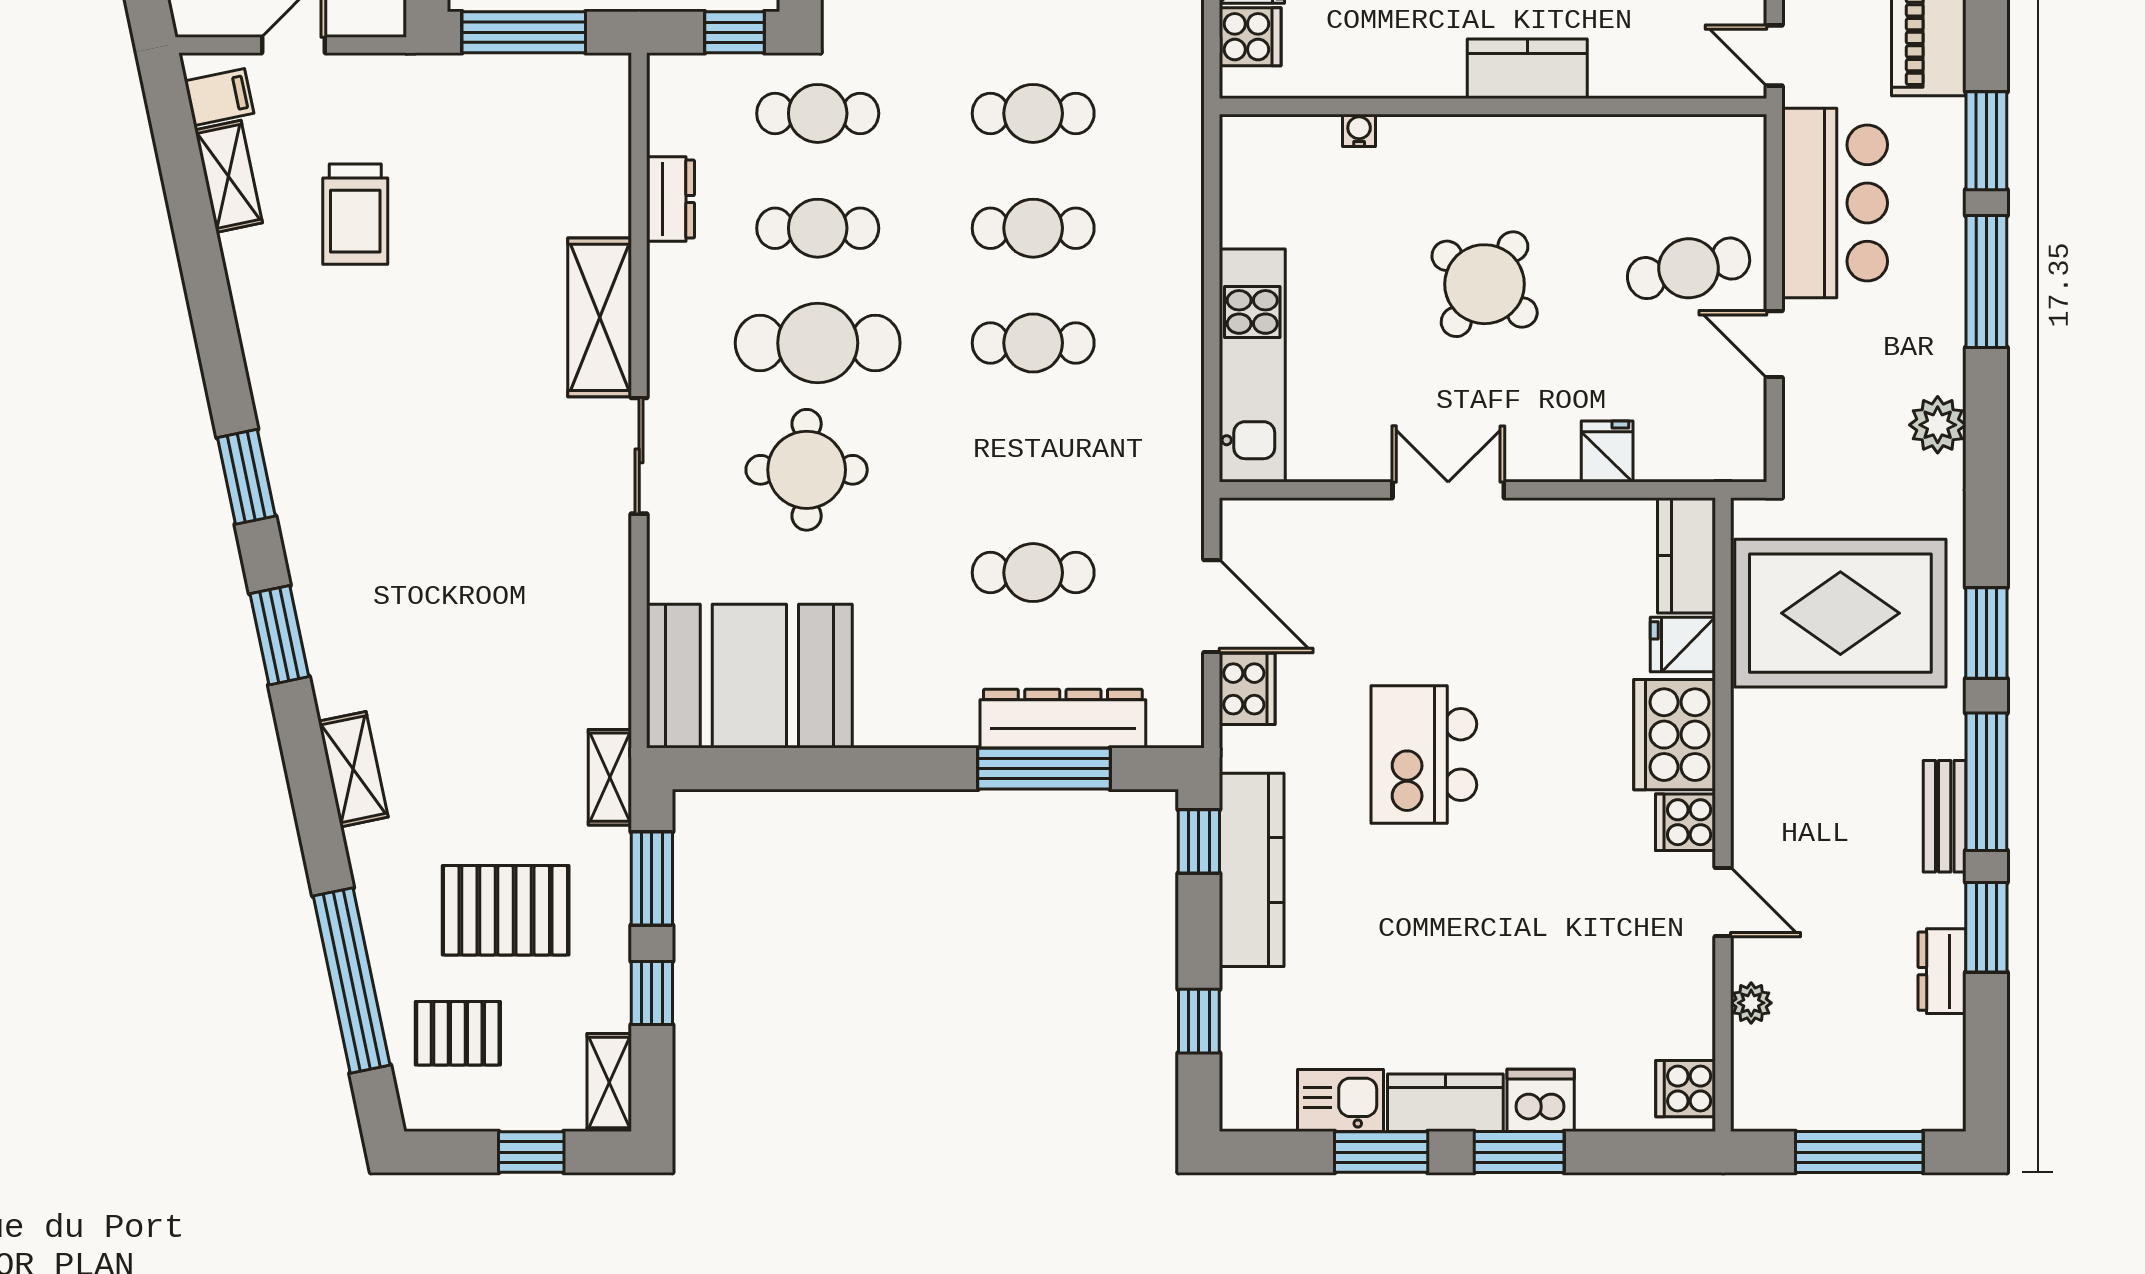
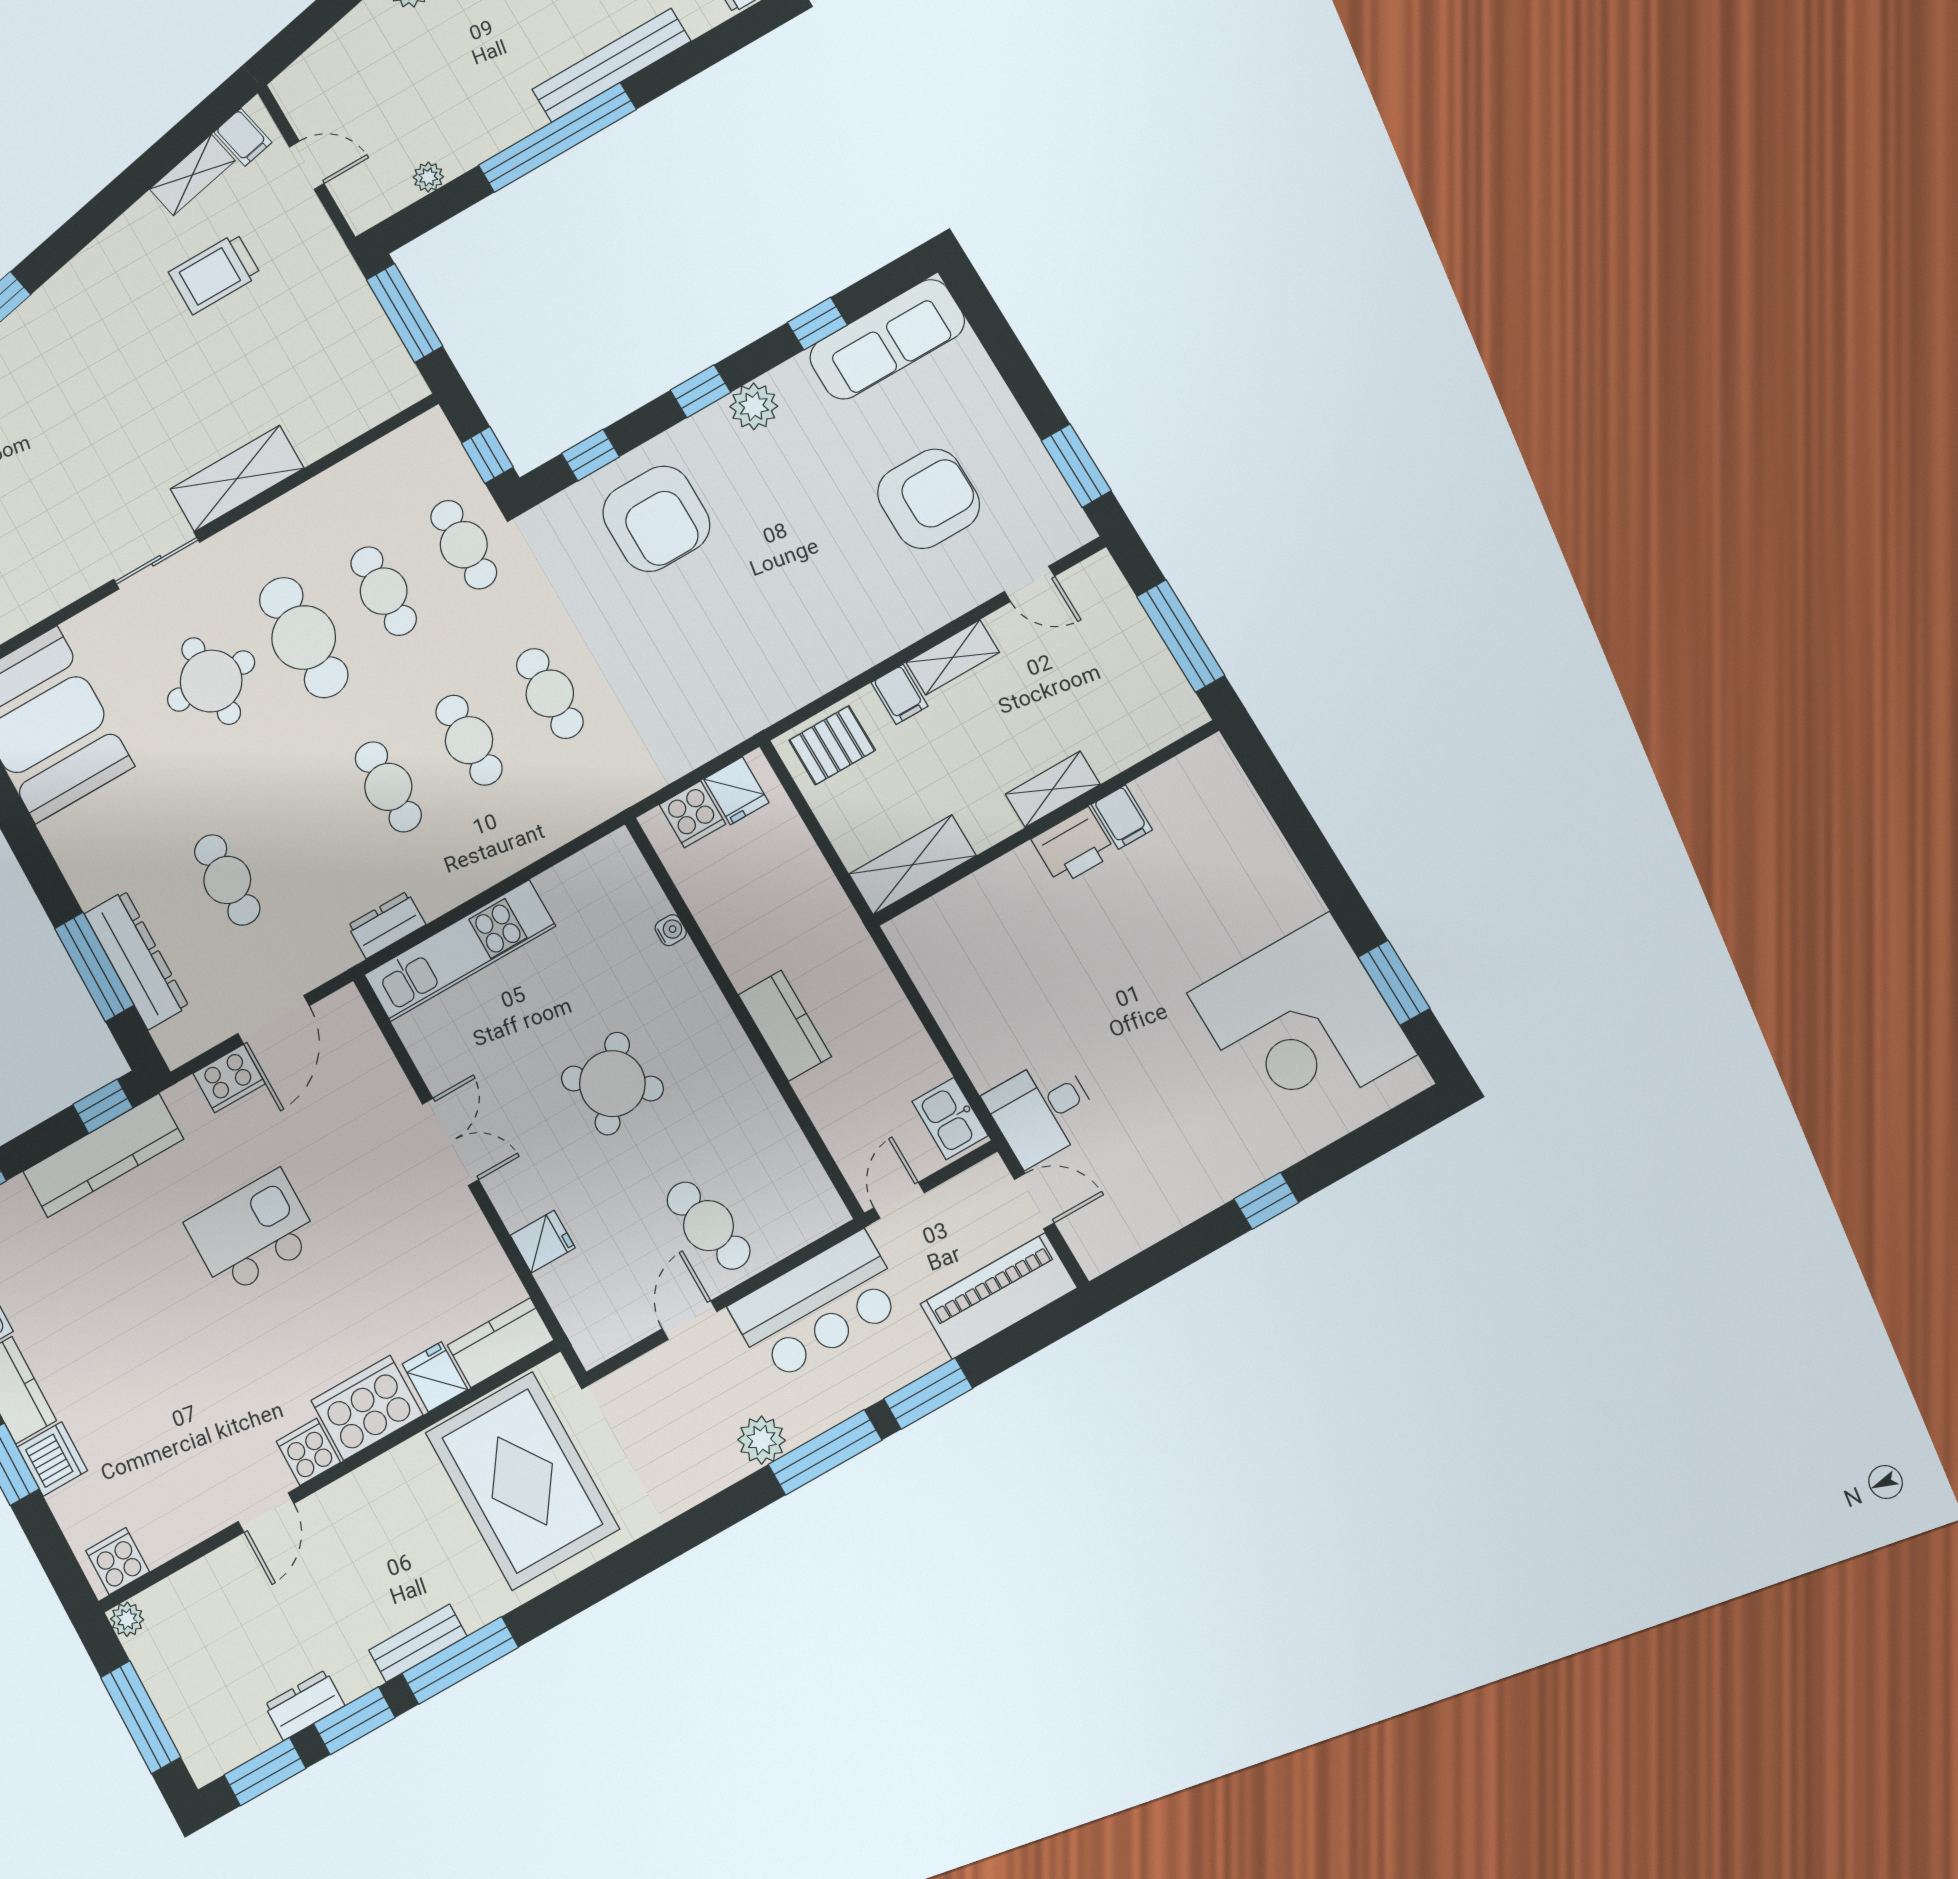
dresser: (671, 199) -> (387, 925), moved, turned 180
plant: (1938, 425) -> (762, 1440), moved
window: (1986, 633) -> (265, 1772), moved
plant: (1751, 1003) -> (127, 1619), moved

